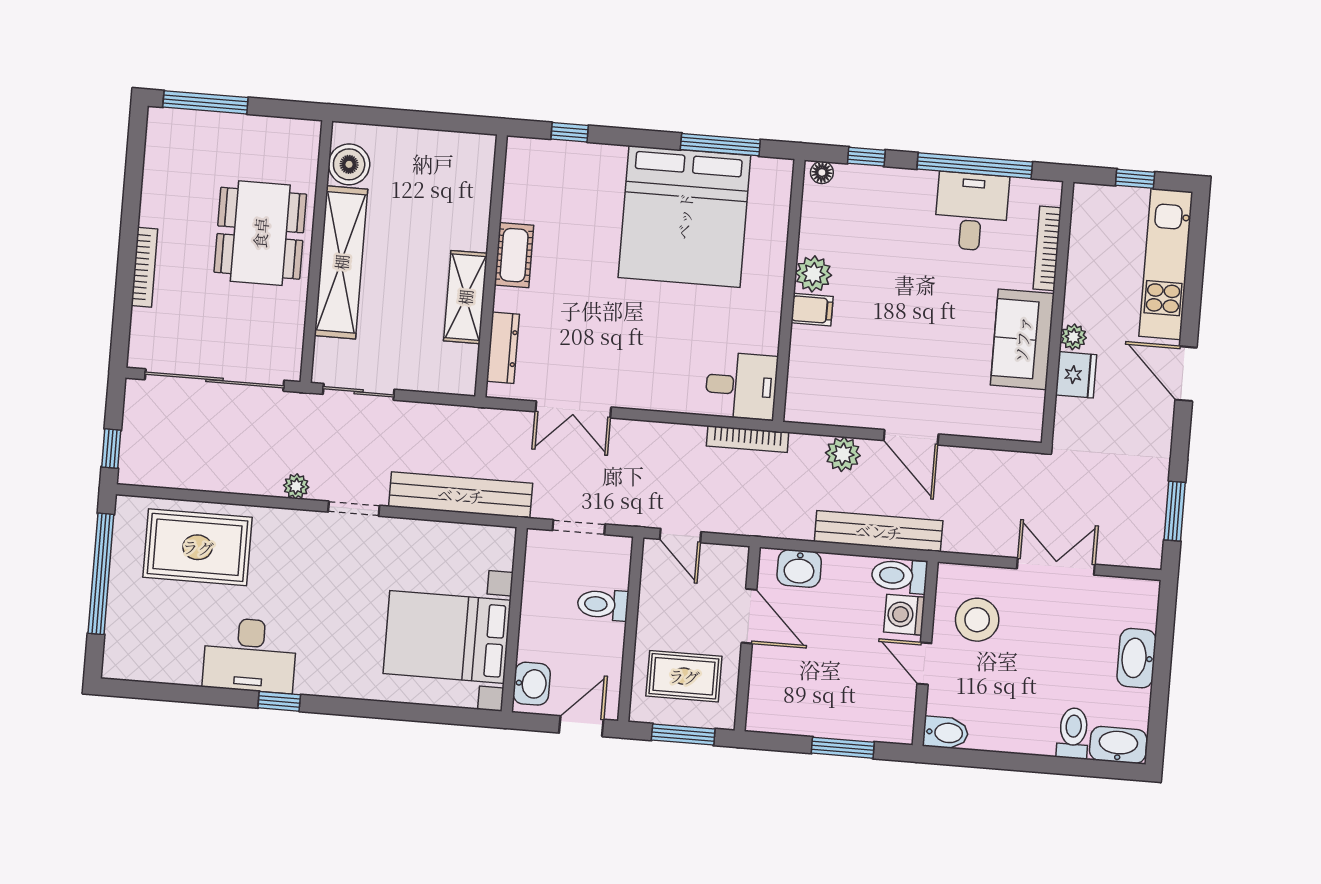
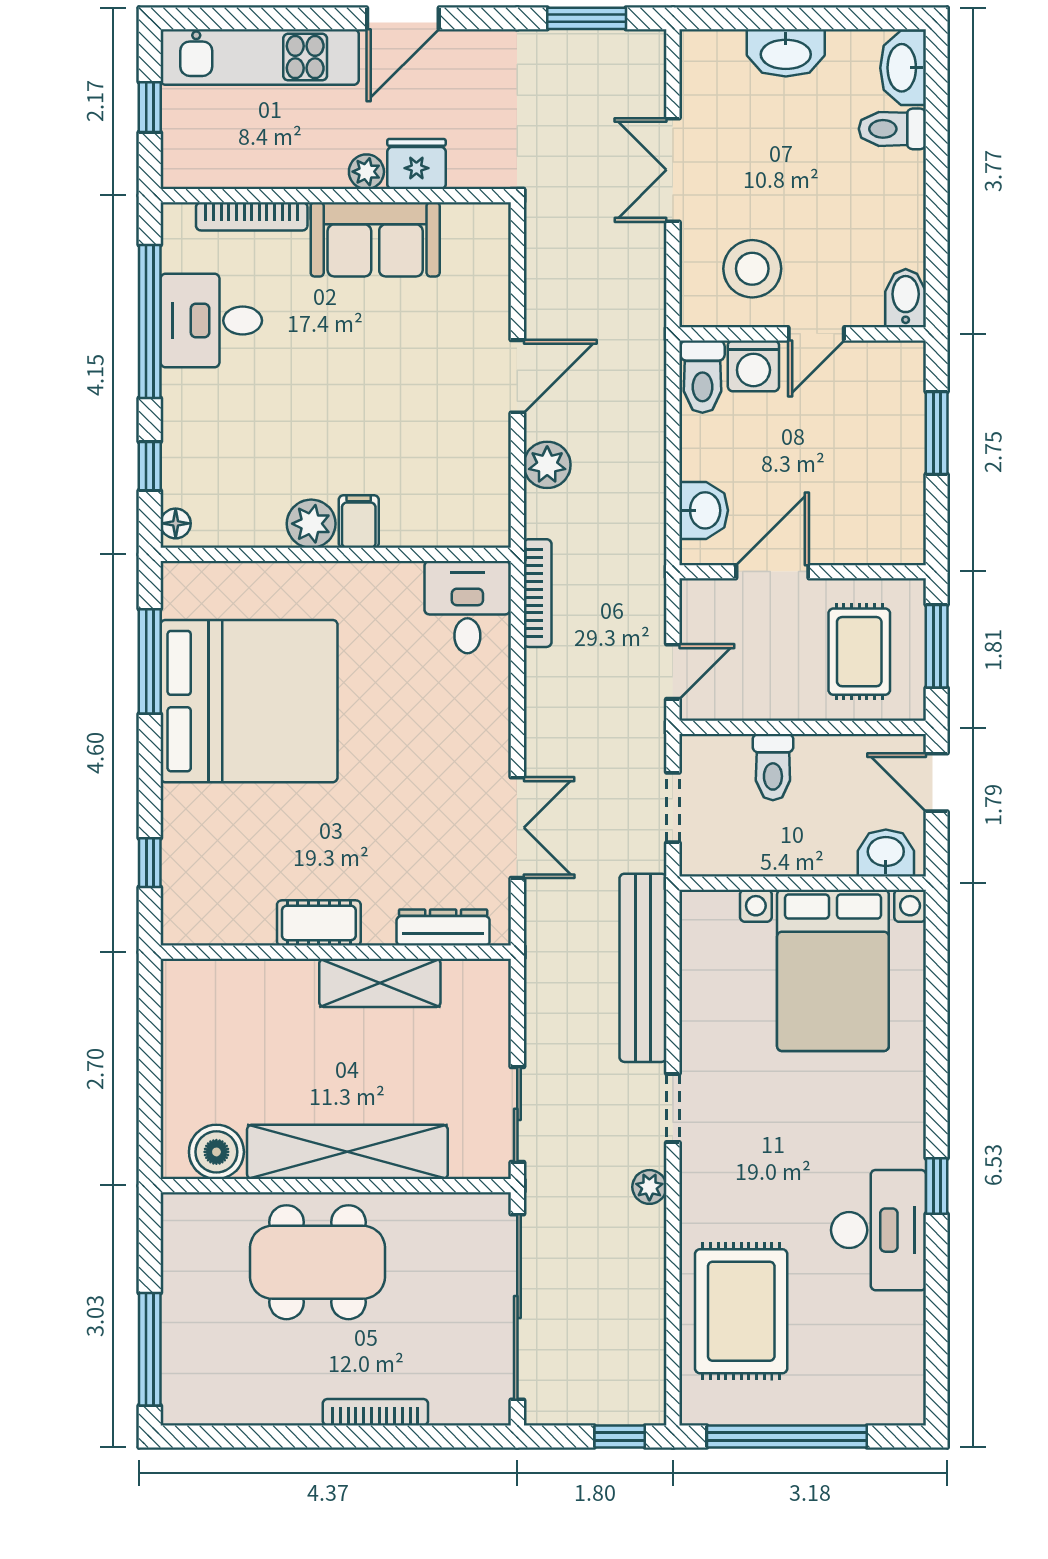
bench: (879, 531) -> (646, 409), removed

